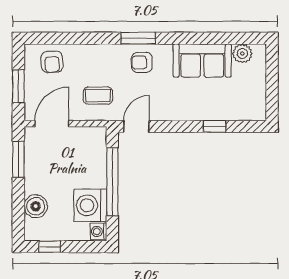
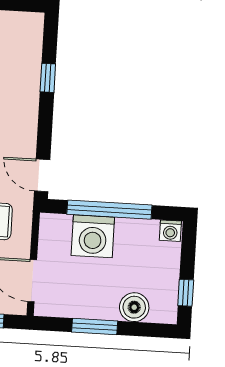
window: (18, 159) -> (95, 327), moved
washing machine: (90, 205) -> (93, 236), moved

